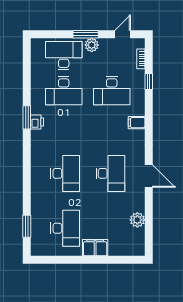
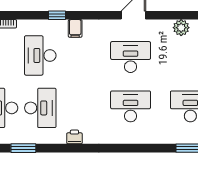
window: (149, 81) -> (57, 15), moved
desk: (112, 91) -> (40, 55), turned 180
window: (27, 117) -> (23, 148), moved

